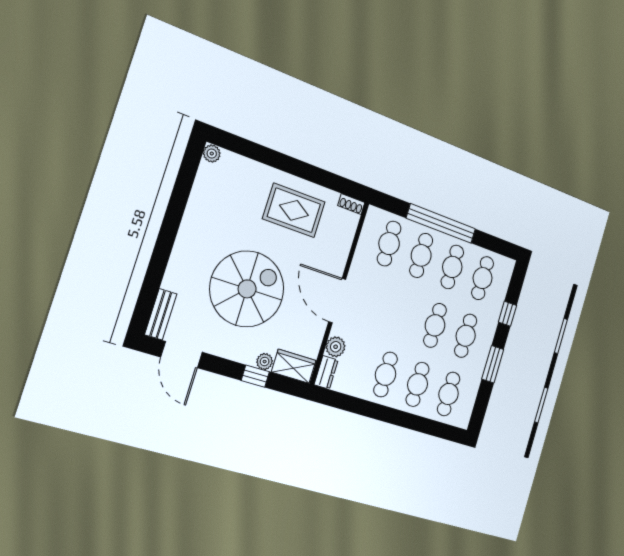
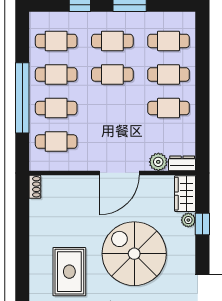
rug: (294, 210) -> (69, 272), moved

